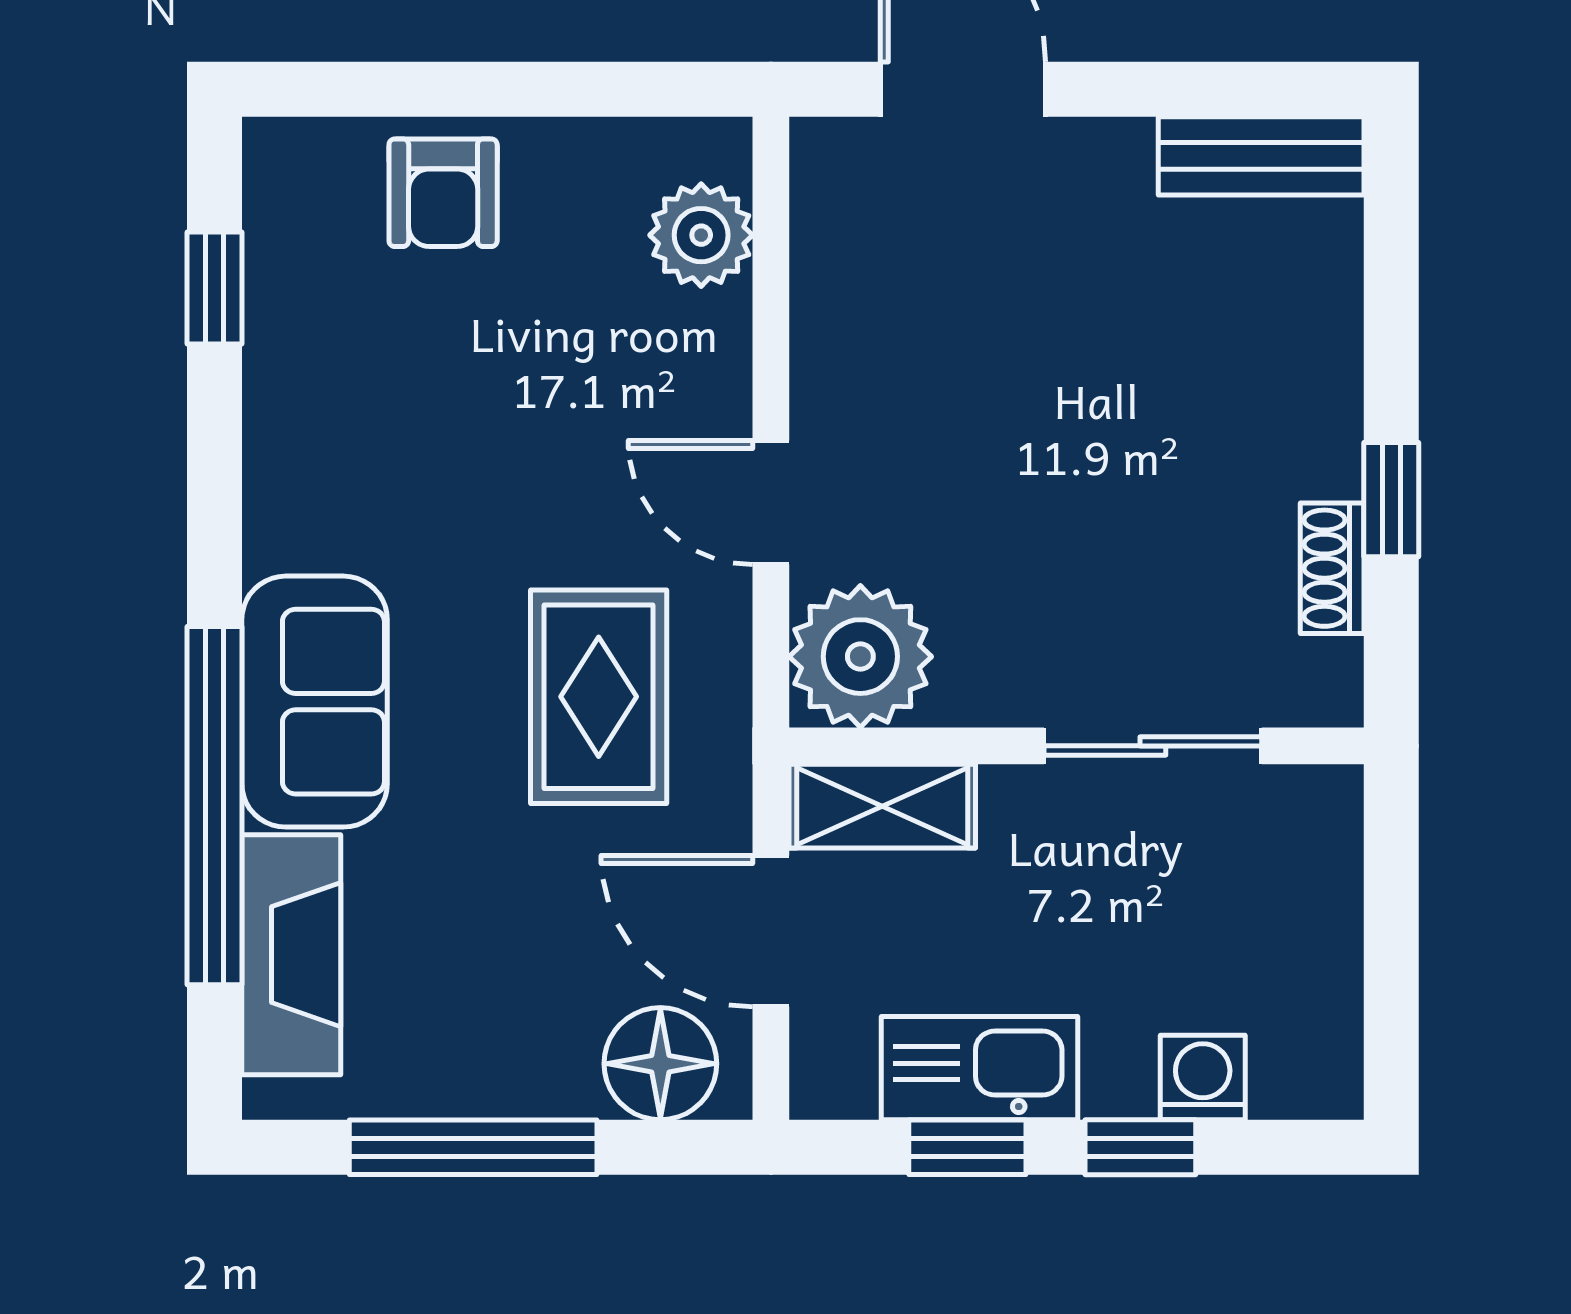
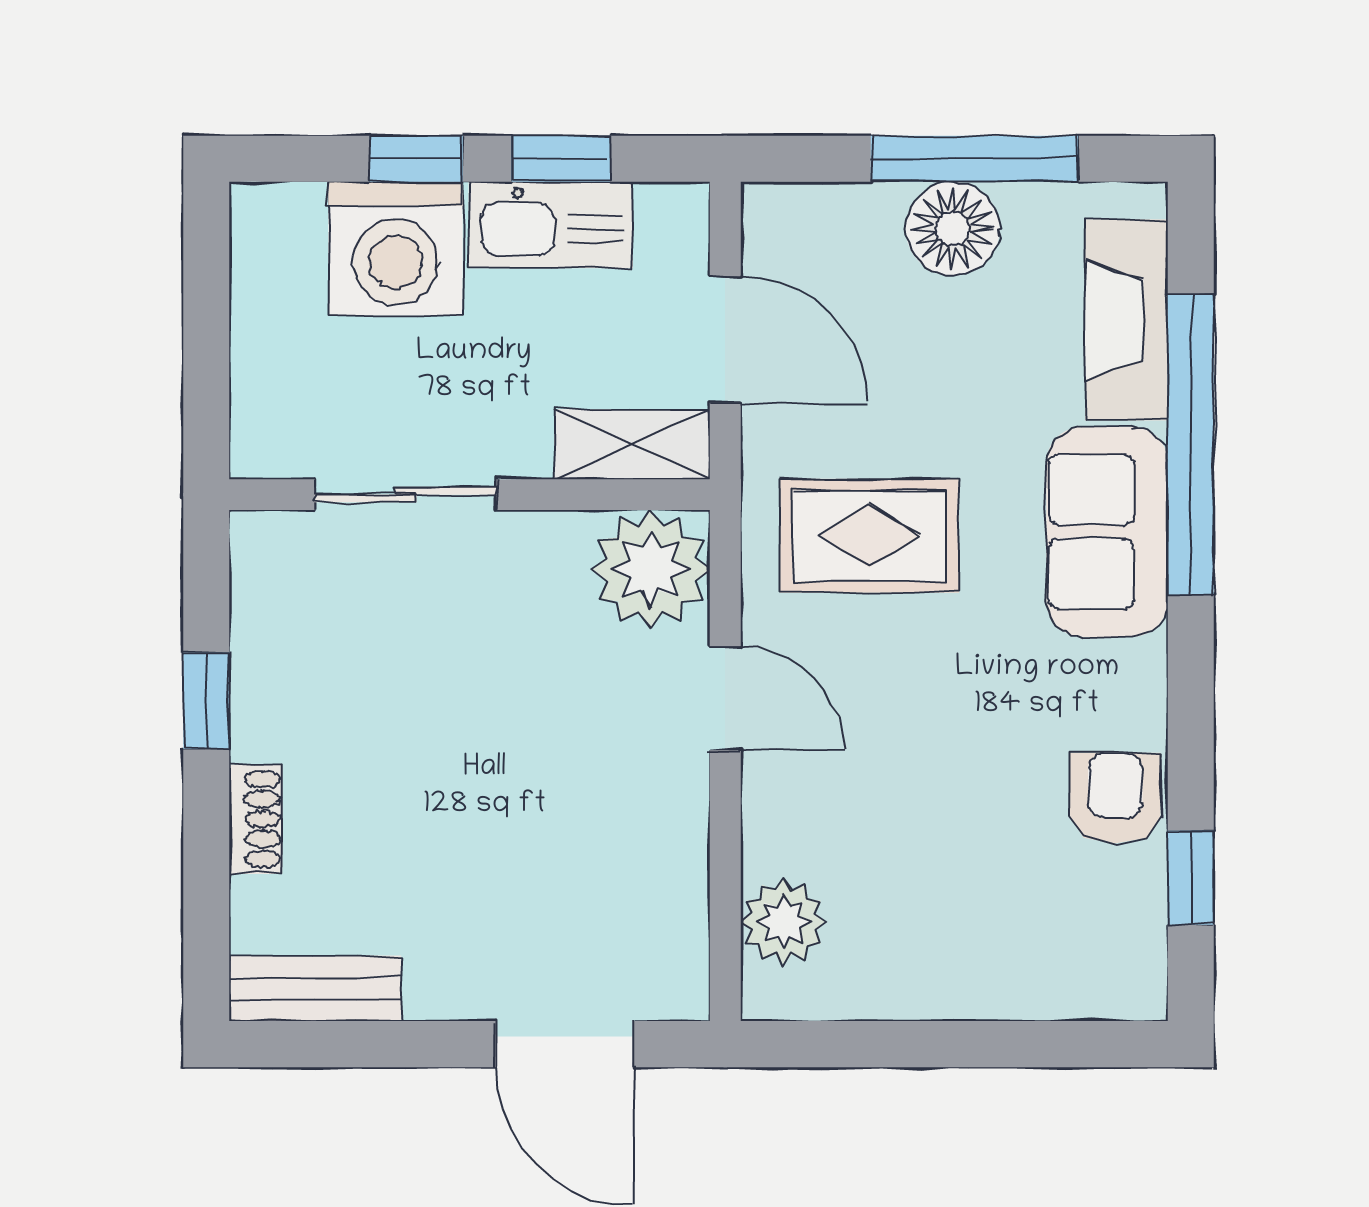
armchair: (443, 193) -> (1115, 798), moved
shoe rack: (1332, 568) -> (256, 819), moved
rug: (599, 697) -> (869, 536), turned 90
floor lamp: (660, 1064) -> (953, 229), moved
washing machine: (1203, 1078) -> (395, 249), width x1.89, depth x1.89

